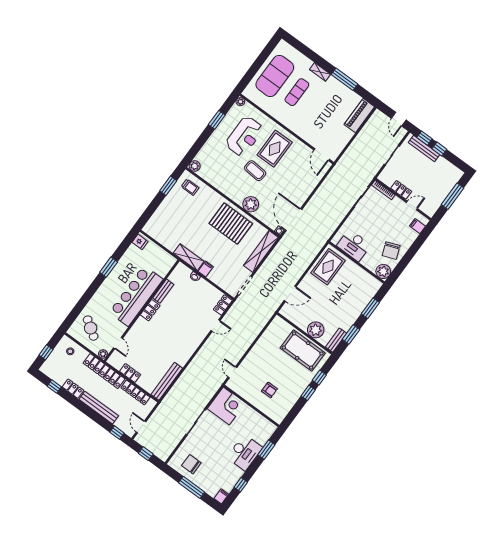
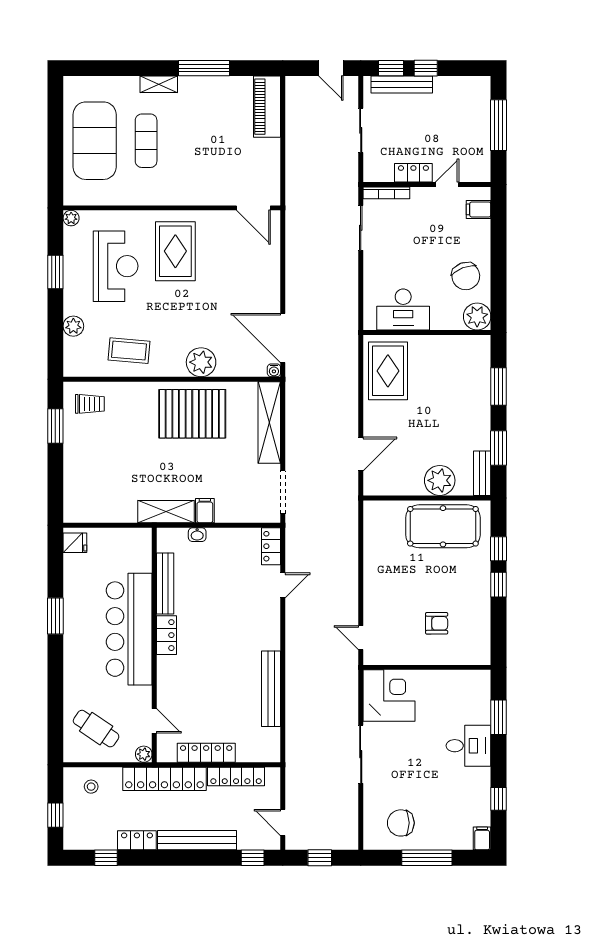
plant: (195, 166) -> (73, 326), moved
coffee table: (255, 171) -> (129, 351), moved
bench: (163, 291) -> (165, 584), width x1.36
locker: (130, 373) -> (206, 753), width x1.53
bench: (167, 381) -> (271, 689), moved
desk: (245, 452) -> (468, 746), width x0.73

